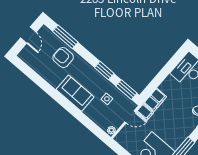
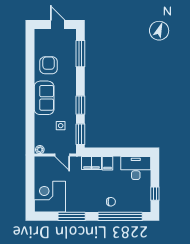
door: (28, 35) -> (58, 25), swing flipped
armchair: (63, 57) -> (49, 65), moved
filing cabinet: (145, 112) -> (107, 163), moved

